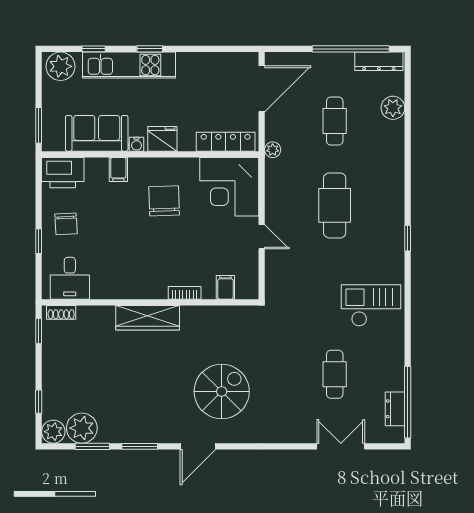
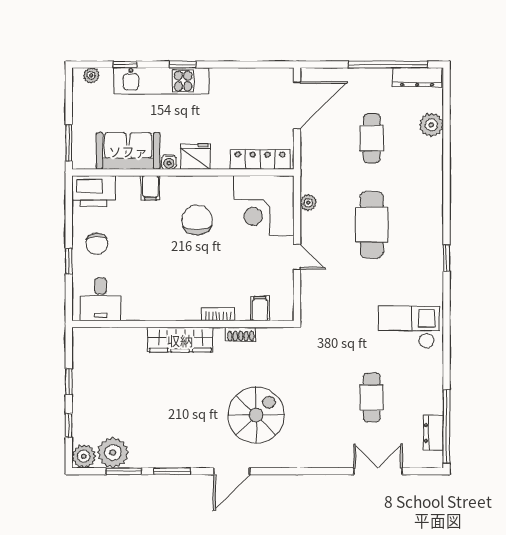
plant: (60, 66) -> (91, 75), width x0.53, depth x0.53
plant: (273, 150) -> (308, 203), moved
shoe rack: (61, 312) -> (241, 334), moved
window: (39, 331) -> (69, 382), moved

